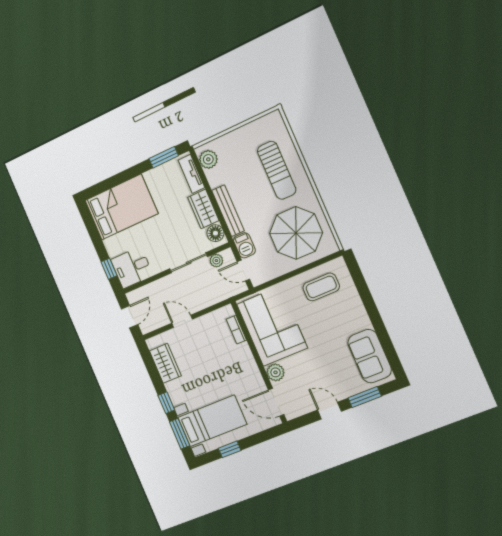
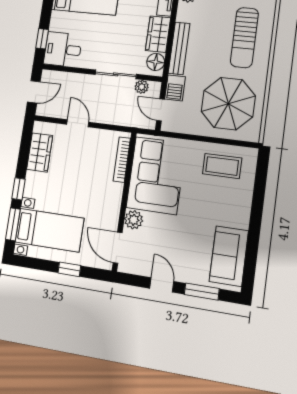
bookcase: (236, 330) -> (122, 160), width x1.56
window: (230, 449) -> (69, 269), moved

